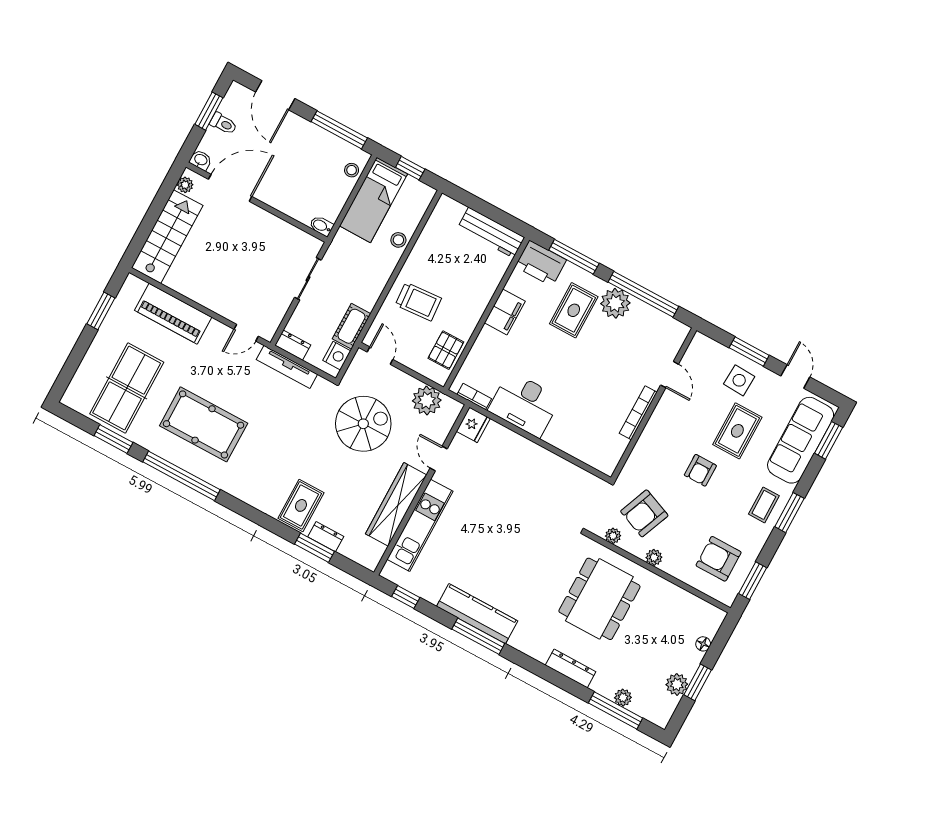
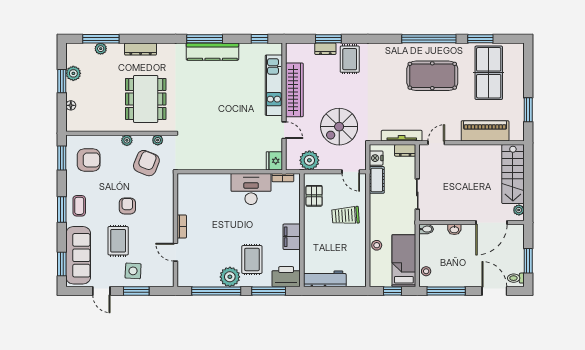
toilet: (223, 124) -> (516, 278), moved
washbasin: (201, 160) -> (454, 229), moved
bookcase: (638, 413) -> (182, 226), width x0.64

